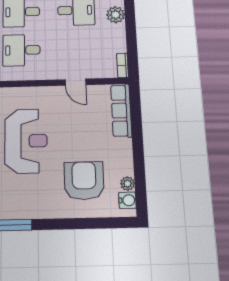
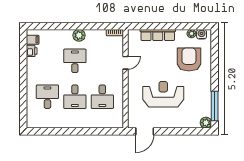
row of seats: (121, 111) -> (158, 35), moved
armchair: (84, 181) -> (189, 59), turned 90

